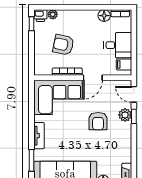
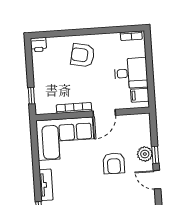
plant: (53, 14) -> (53, 42), removed
floor lamp: (104, 16) -> (113, 40), removed
window: (32, 24) -> (31, 96), moved
armchair: (63, 45) -> (83, 55), moved
door: (134, 94) -> (157, 180), moved

